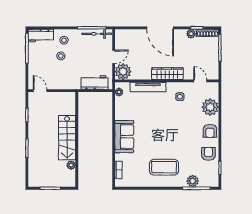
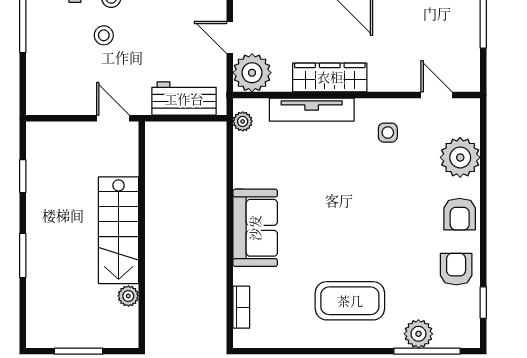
door: (114, 57) -> (230, 37), swing flipped
wardrobe: (167, 74) -> (330, 77), moved
door: (40, 91) -> (113, 118), moved

